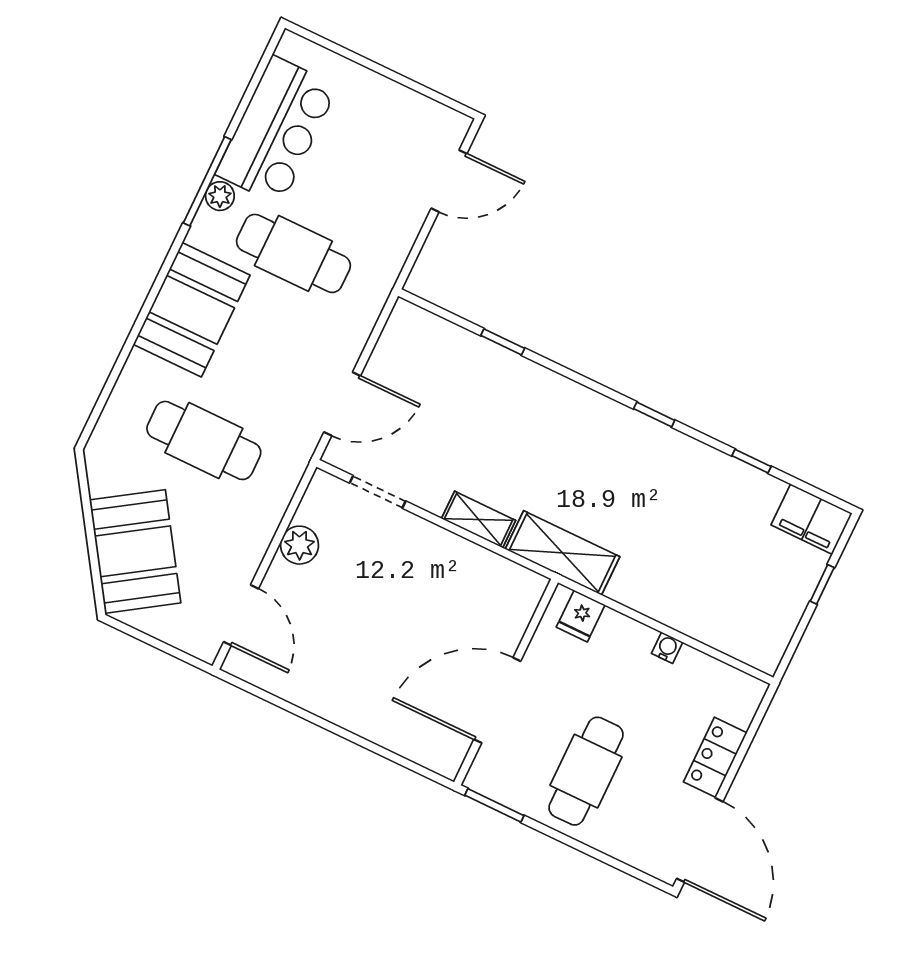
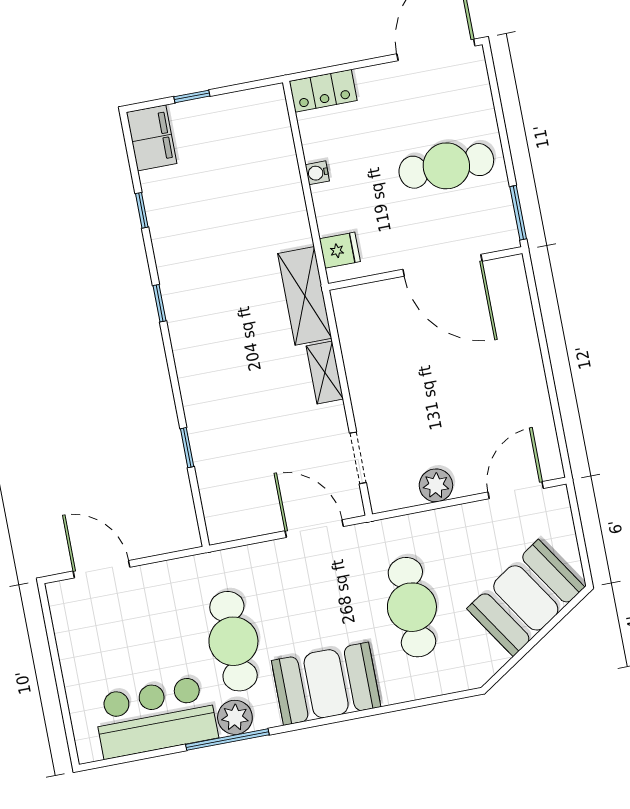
plant: (220, 196) -> (235, 717), width x1.38, depth x1.38
locker: (715, 757) -> (323, 91), moved

